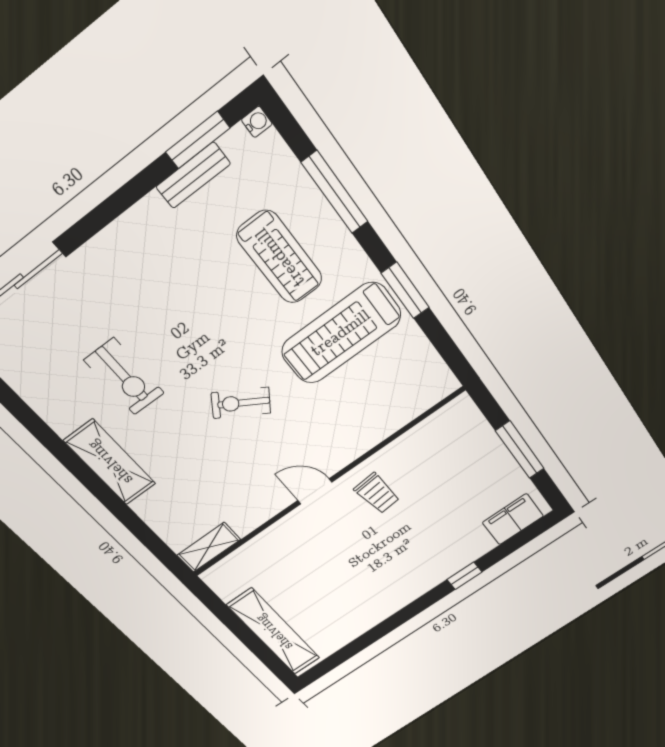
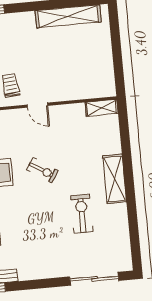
shelving: (274, 632) -> (68, 16), moved, turned 90

